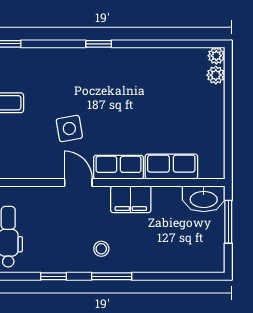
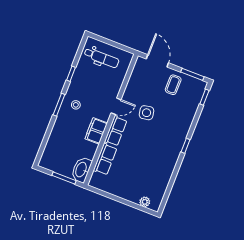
plant: (216, 56) -> (155, 206), removed

